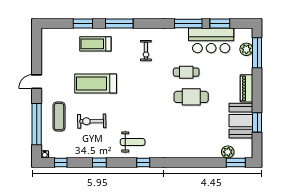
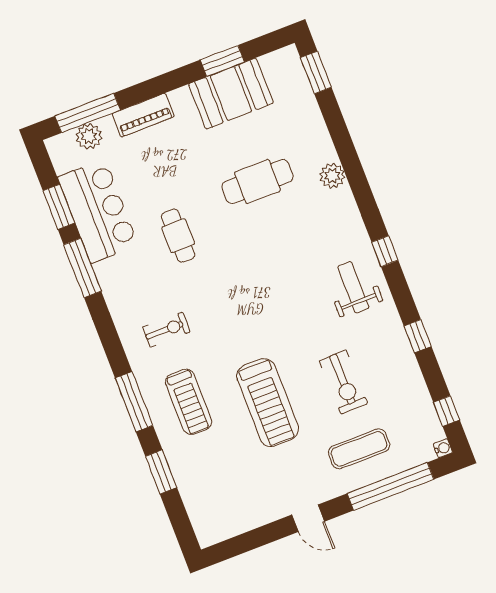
treadmill: (95, 44) -> (189, 402), moved
piano: (246, 88) -> (143, 115), moved
cafe table: (191, 97) -> (257, 182), moved, turned 90
plant: (228, 152) -> (332, 176), moved

